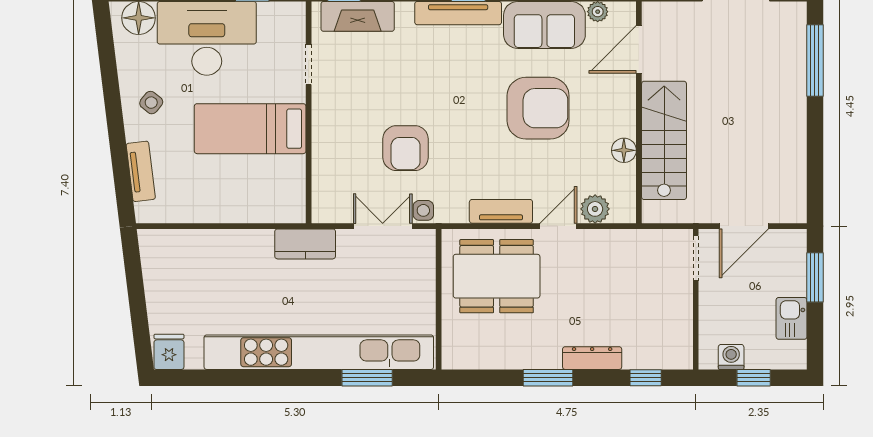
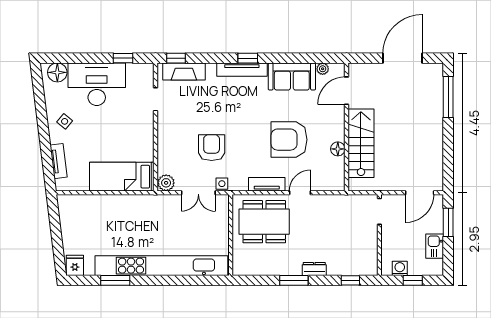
armchair: (538, 108) -> (289, 140), moved, turned 180
bed: (250, 129) -> (122, 177), moved
armchair: (406, 148) -> (212, 148), turned 180
plant: (595, 209) -> (166, 183), moved
double door: (383, 226) -> (198, 193), swing flipped
door: (744, 226) -> (420, 193), moved
kitchen counter: (305, 244) -> (154, 203), removed
dresser: (592, 358) -> (314, 269), width x0.70
window: (367, 378) -> (115, 280), moved

